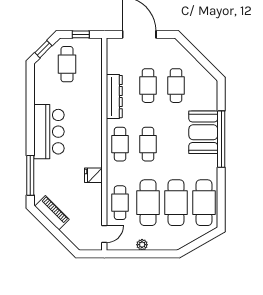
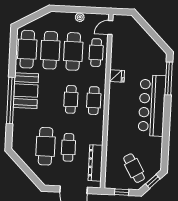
cafe table: (67, 64) -> (134, 168), turned -30
cafe table: (176, 86) -> (46, 146), width x1.37, depth x1.35
dresser: (114, 97) -> (95, 163), moved
bar counter: (49, 132) -> (152, 105), width x1.36
booth: (203, 132) -> (26, 91), moved
piano: (52, 213) -> (152, 47), removed

